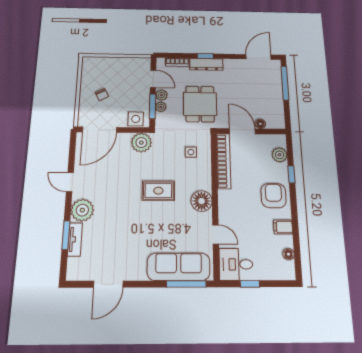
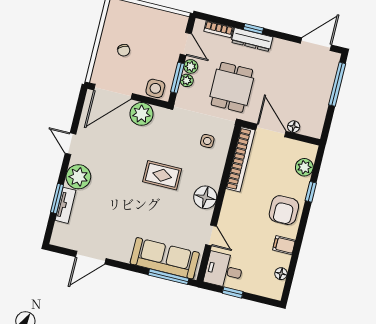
plant: (141, 143) -> (142, 114), moved
armchair: (274, 196) -> (284, 210), turned 180

